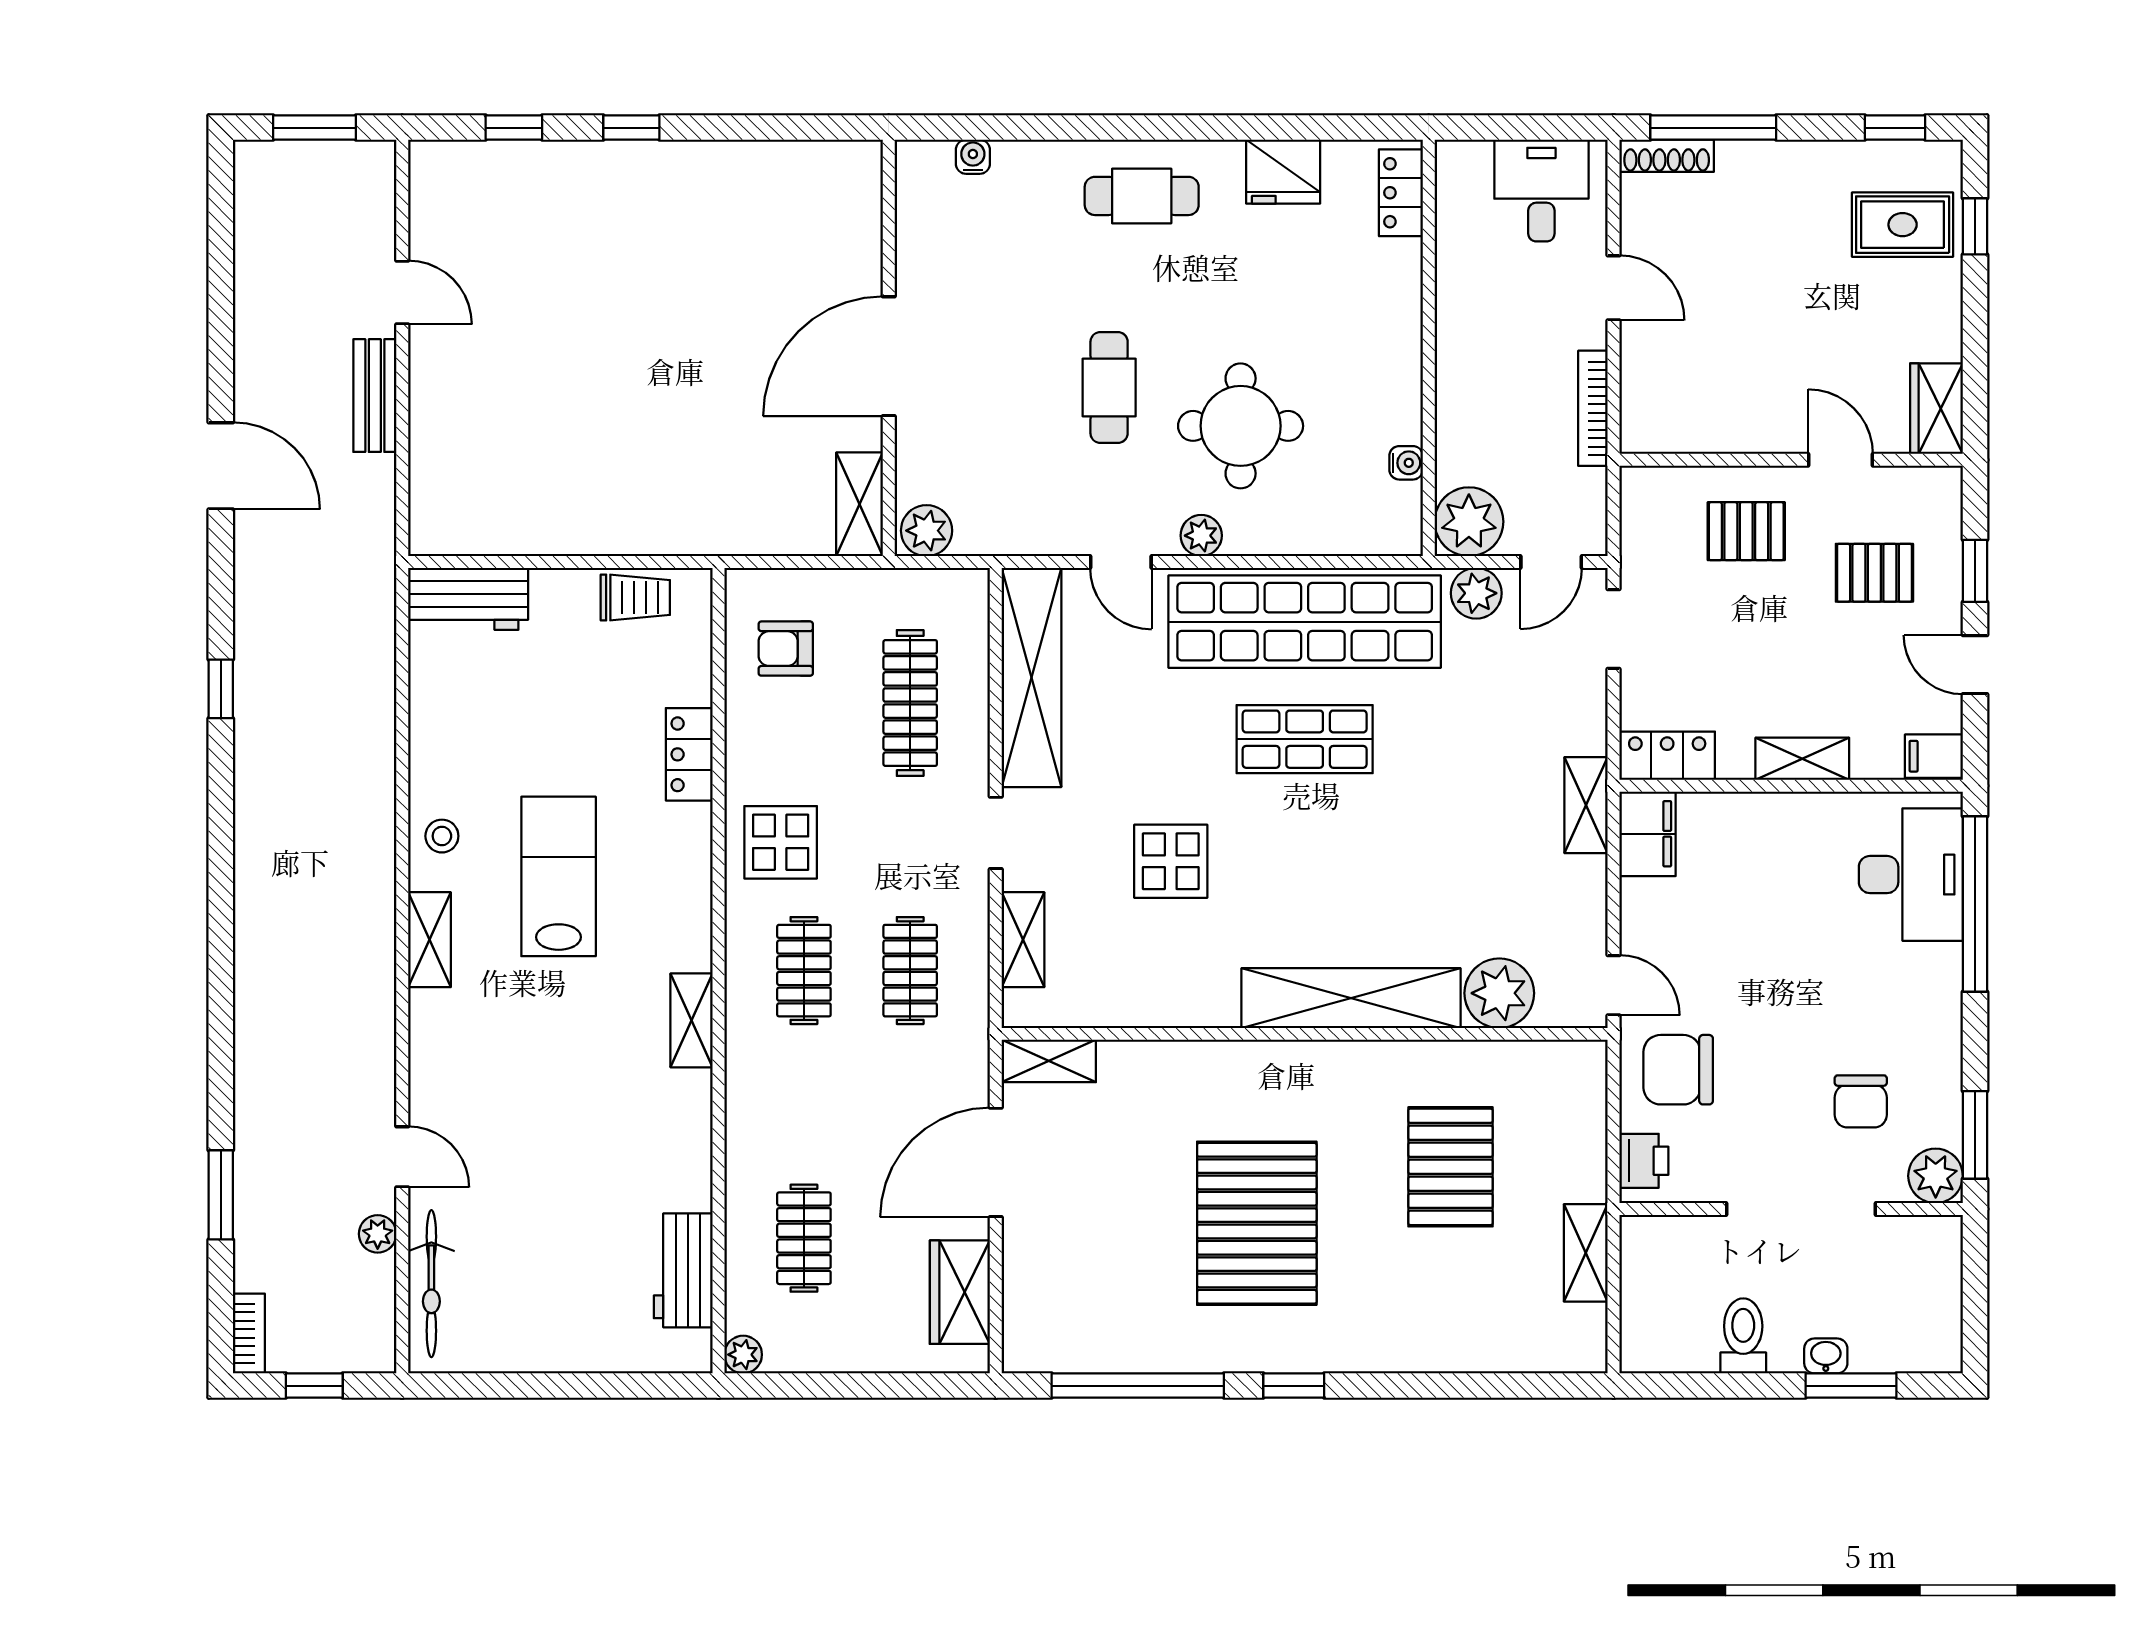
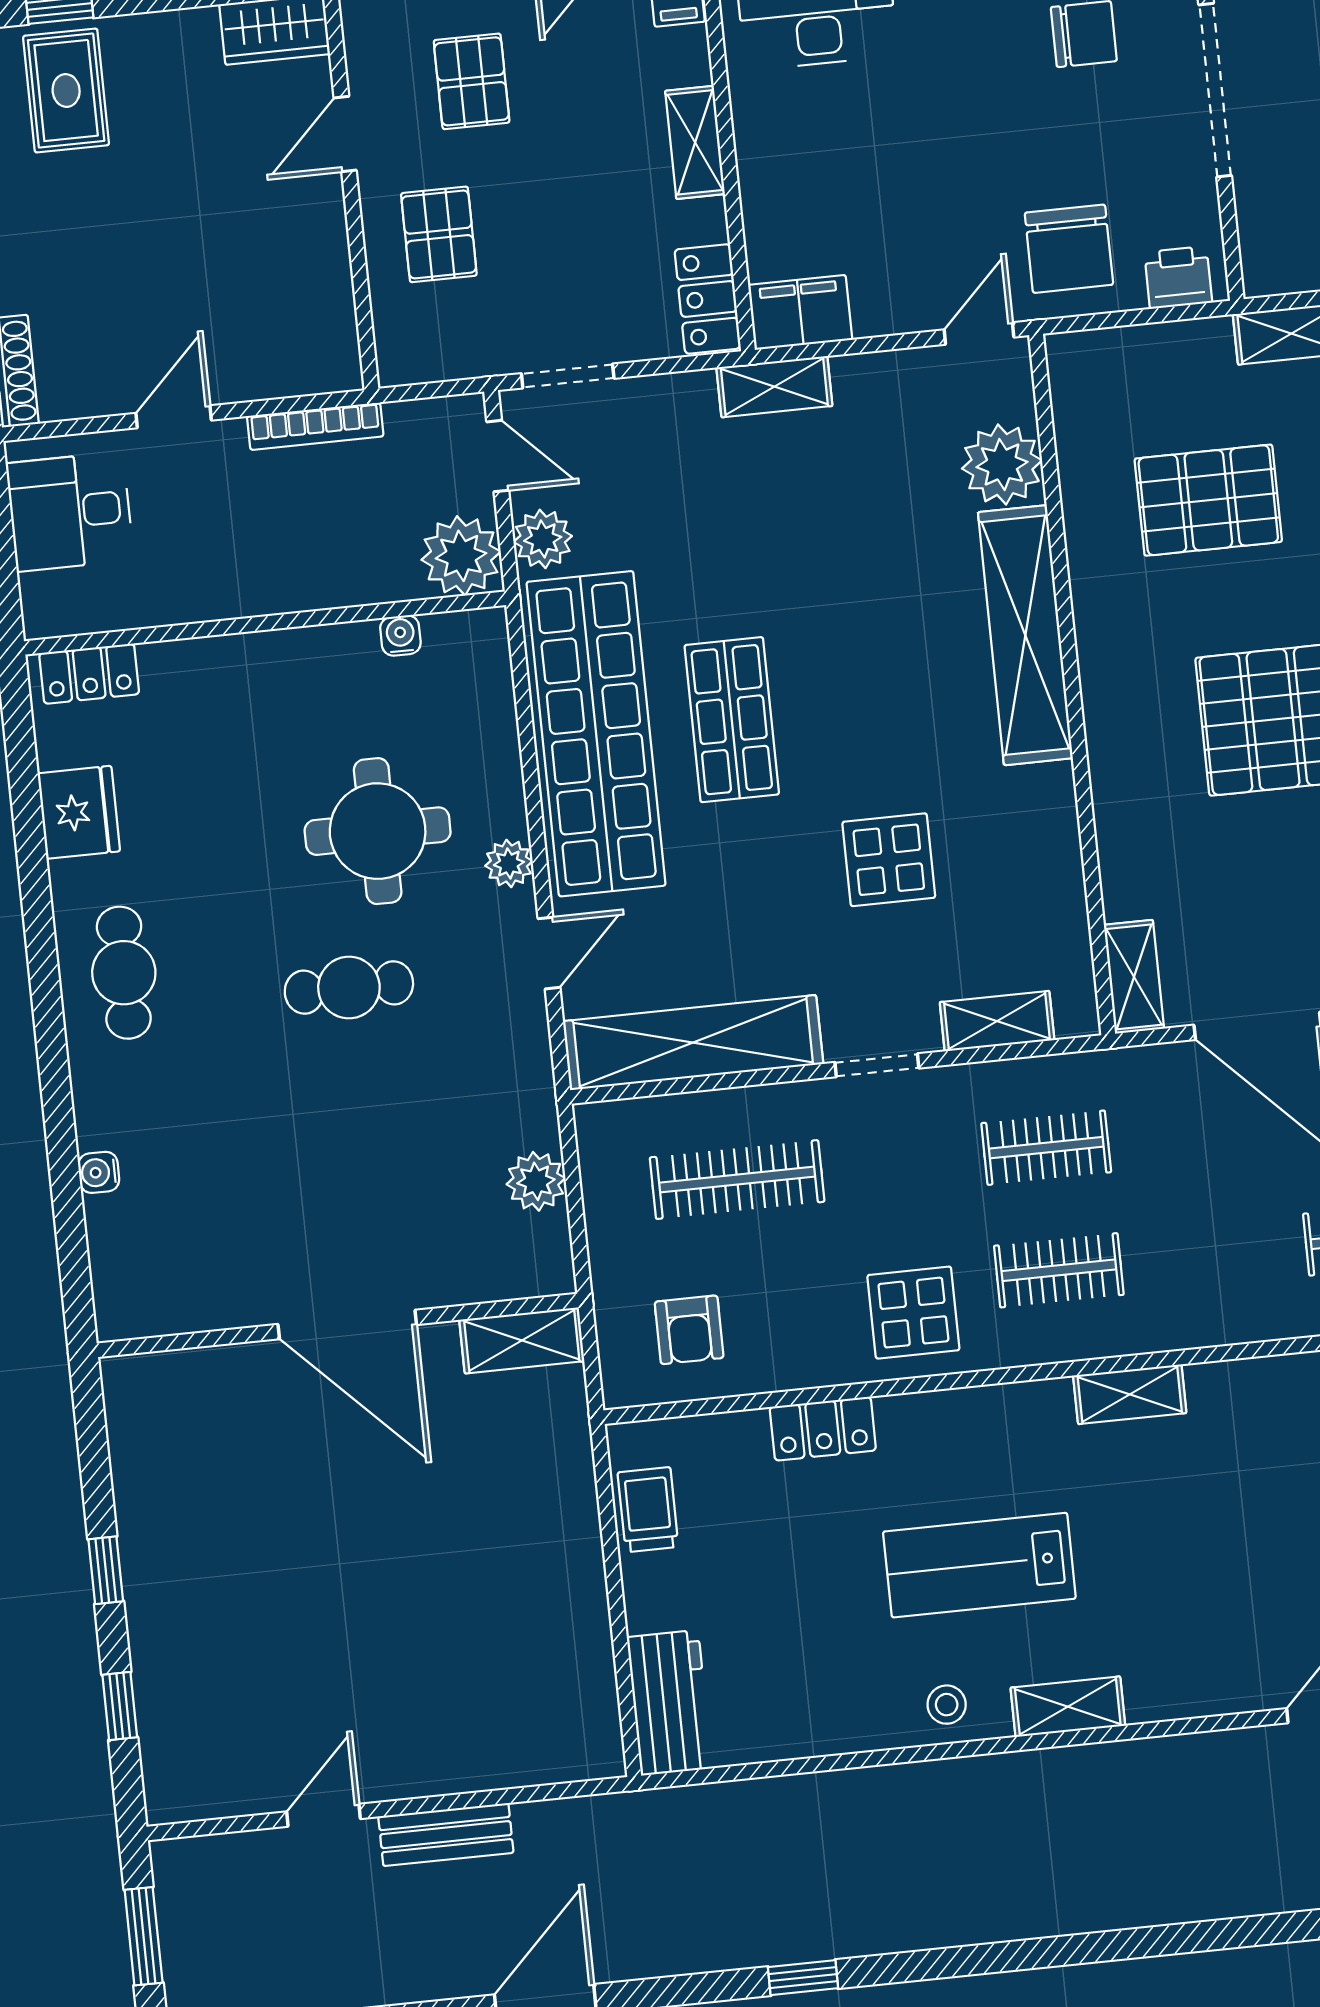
wall: (889, 348) -> (338, 1325), moved
door: (889, 356) -> (347, 1324), moved
shelving: (860, 504) -> (522, 1340), moved

